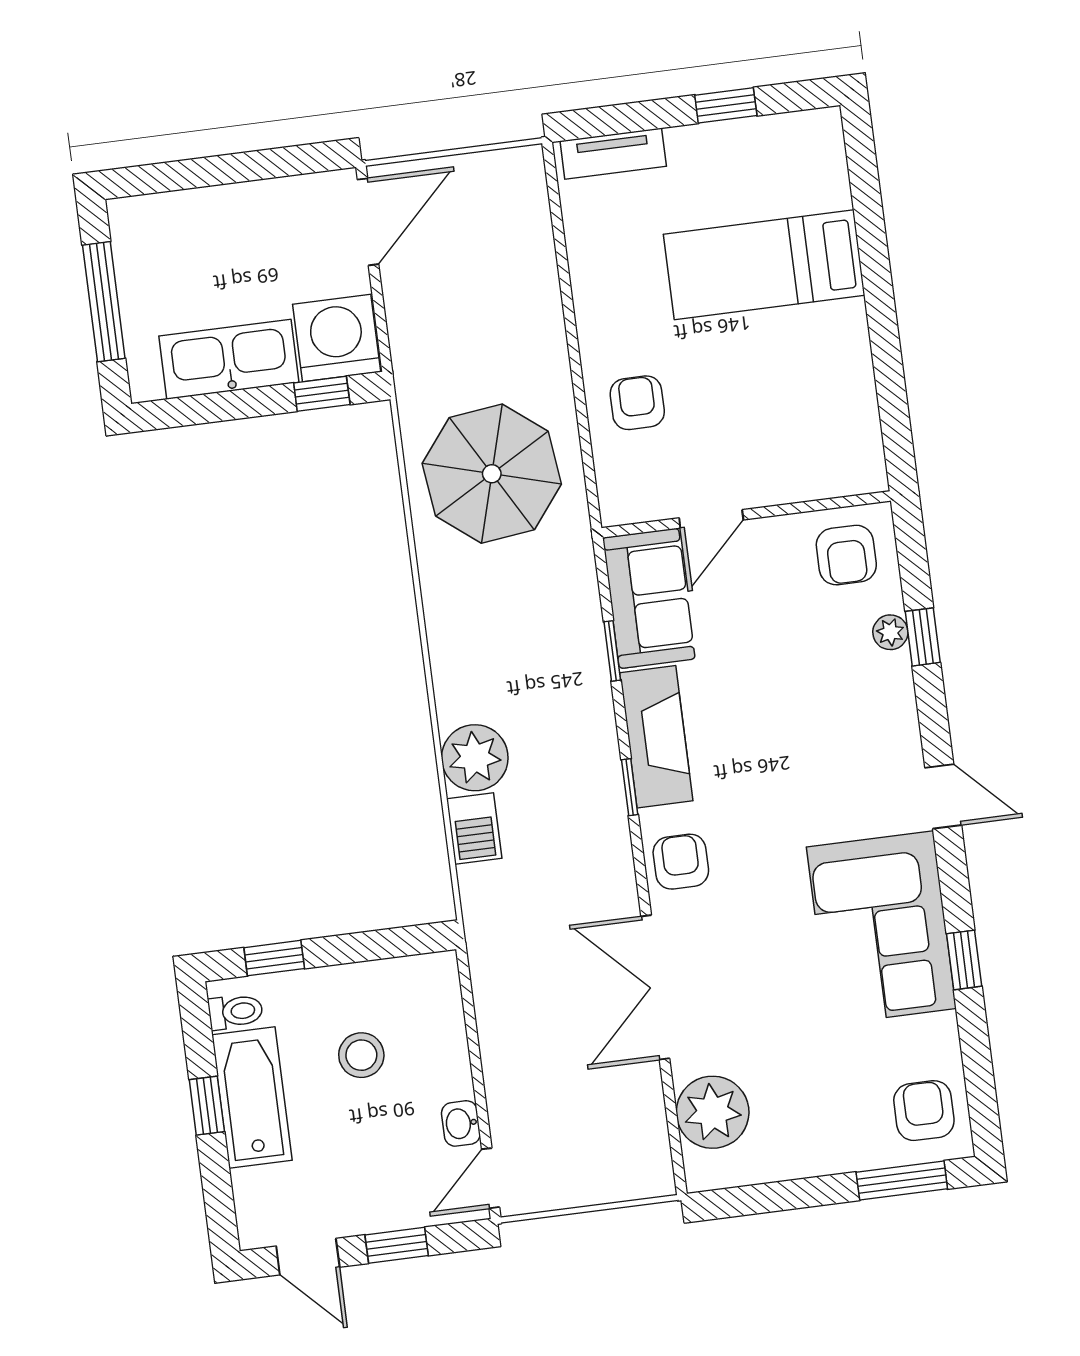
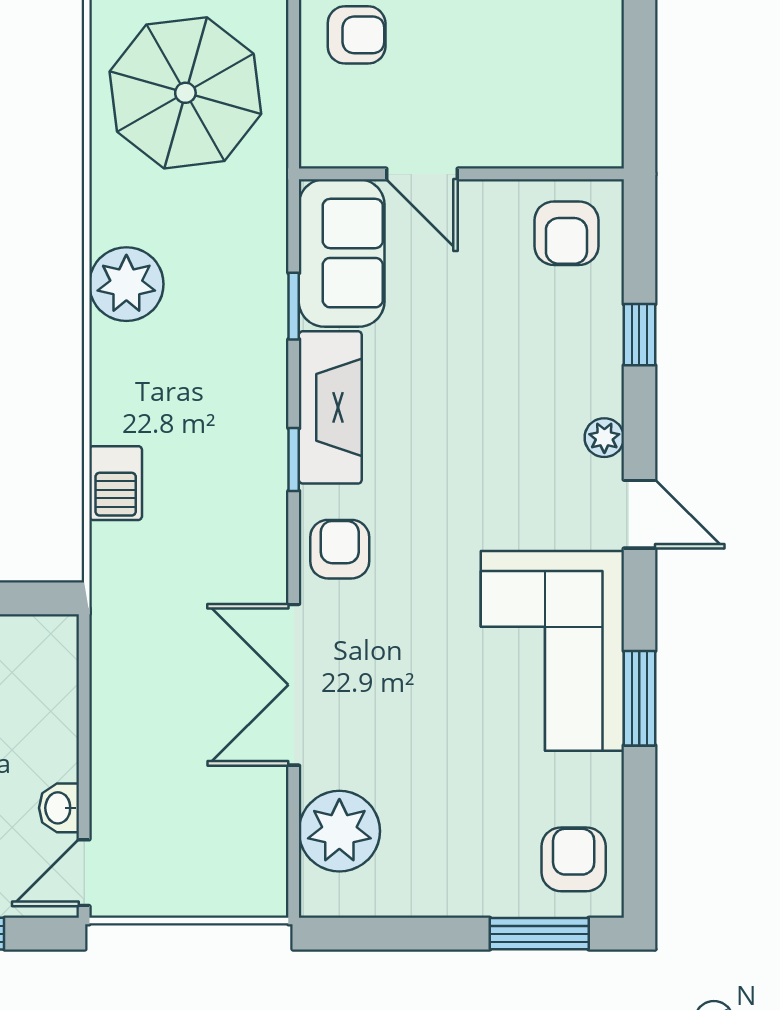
armchair: (637, 403) -> (357, 35), turned 90
door: (711, 519) -> (422, 174), hinge flipped
plant: (890, 632) -> (604, 438), moved
plant: (475, 758) -> (126, 284), moved
window: (964, 960) -> (639, 698), width x1.50

